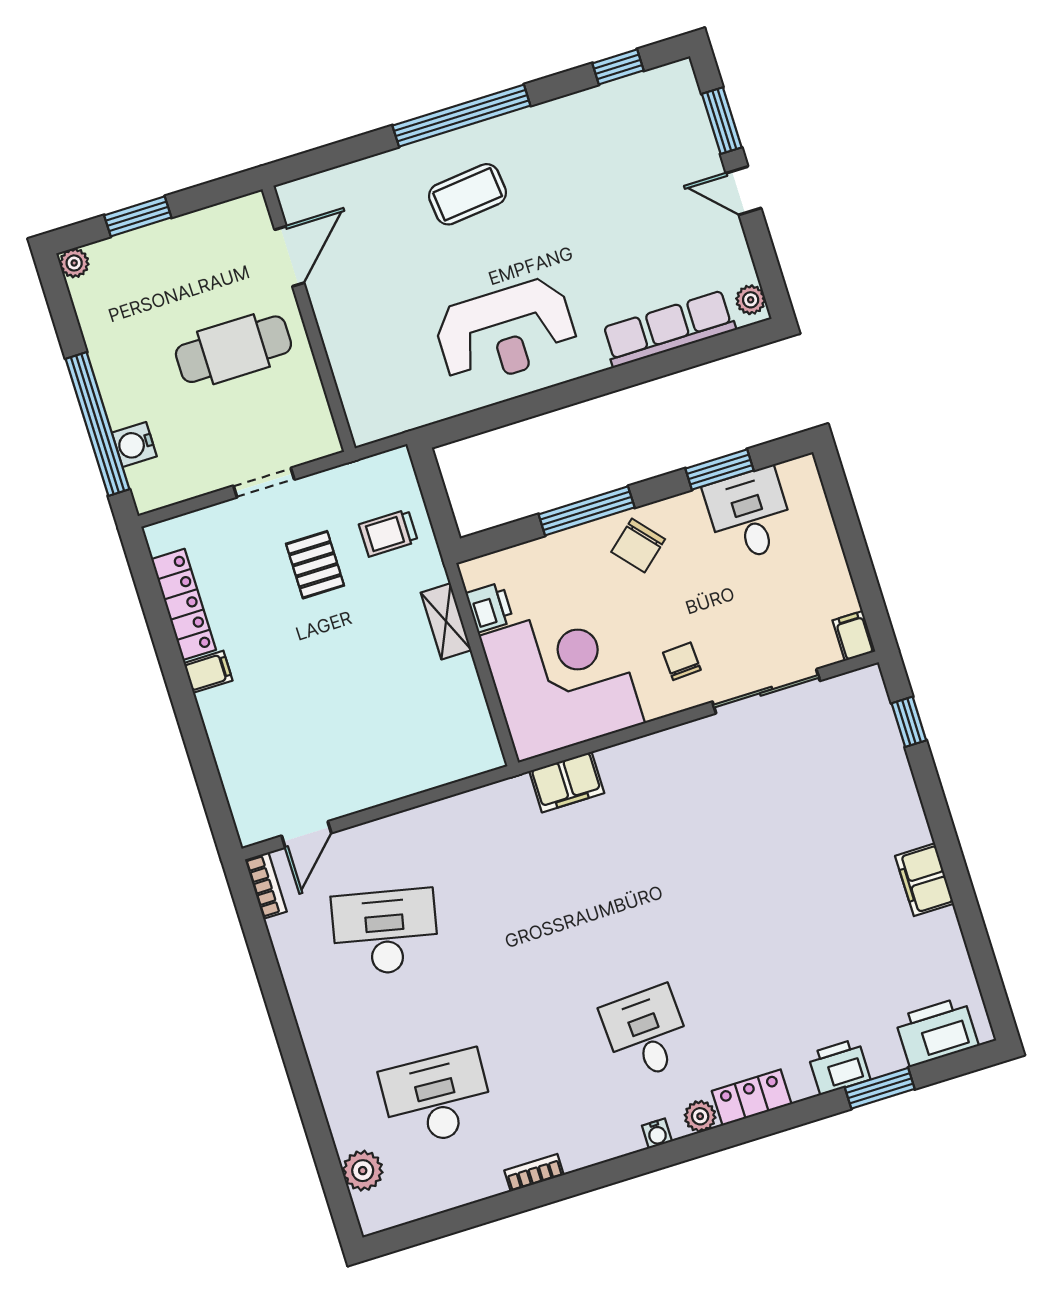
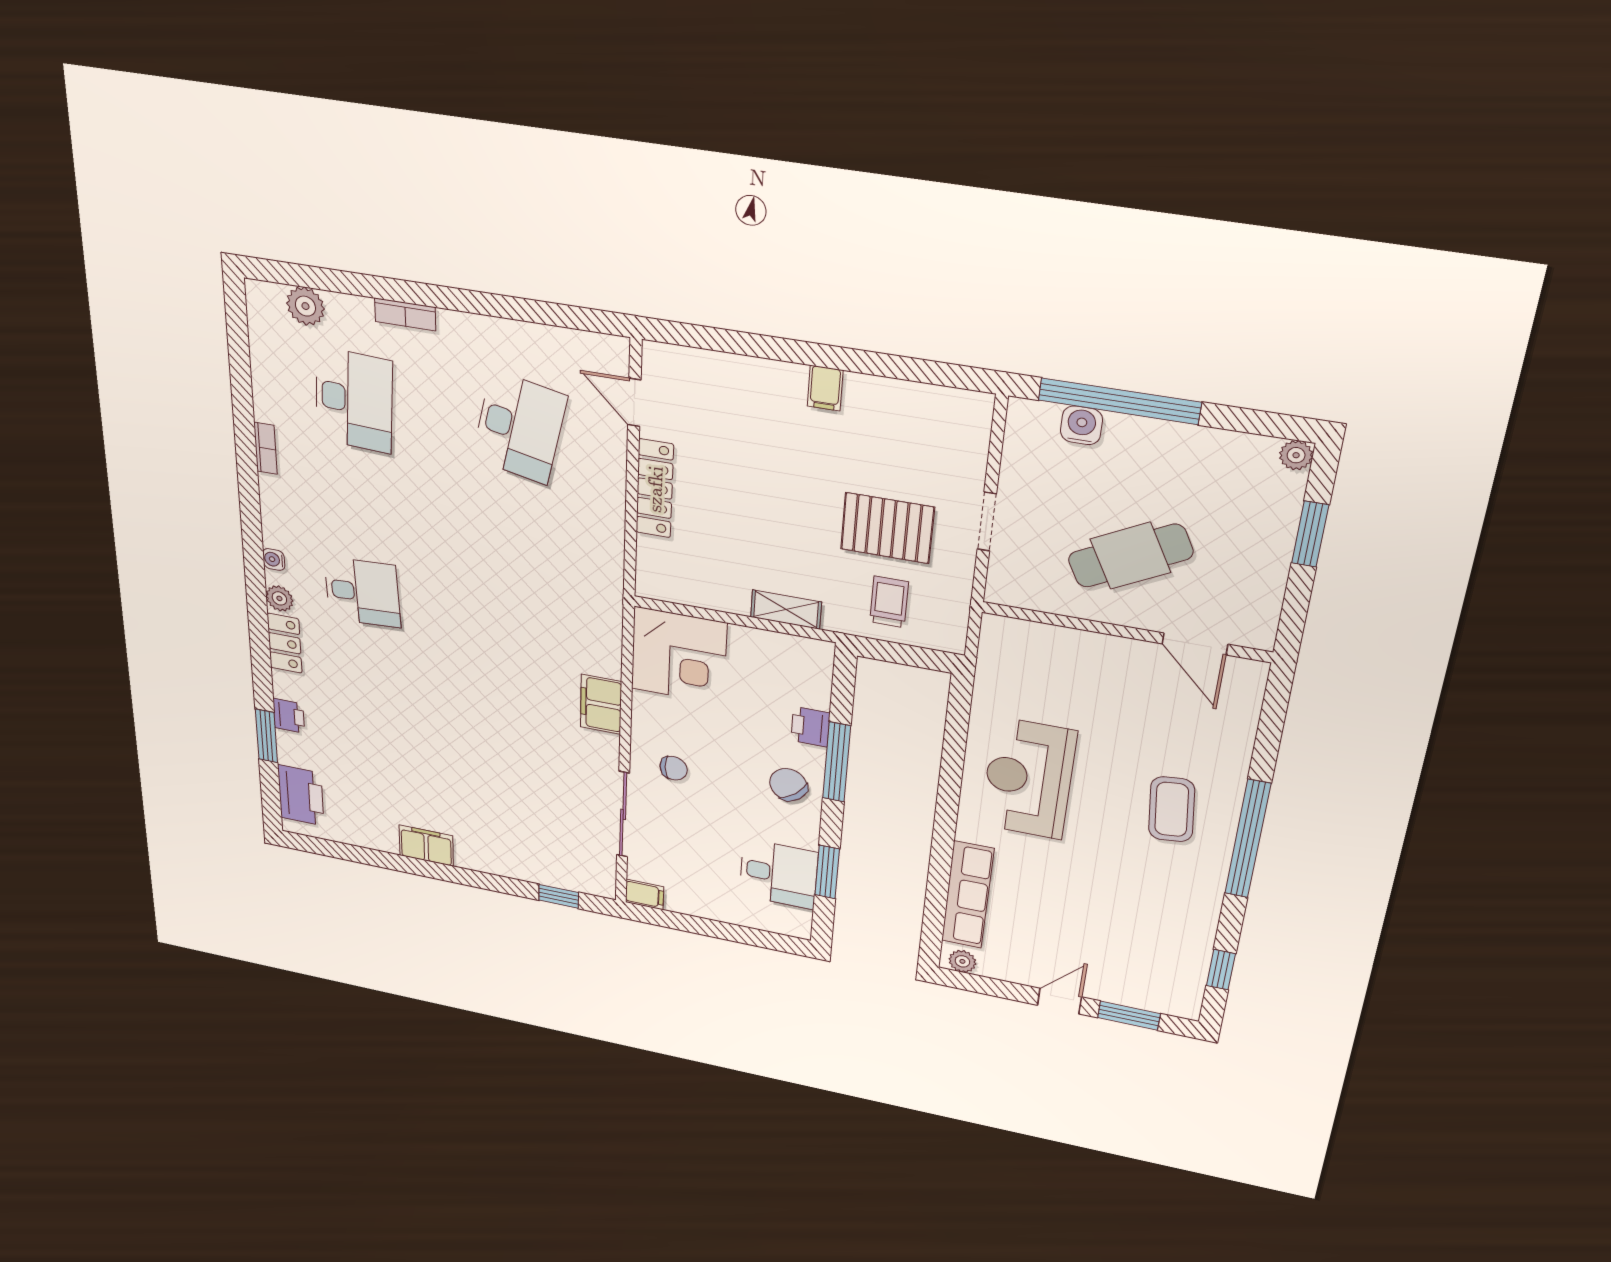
cafe table: (233, 349) -> (1130, 556), turned 62
pallet: (315, 565) -> (887, 528), width x1.50, depth x1.42
locker: (184, 604) -> (655, 489), moved, turned -90
printer: (490, 607) -> (810, 727), moved, turned 90
corner desk: (562, 679) -> (679, 656), width x0.74, depth x0.74
filing cabinet: (567, 782) -> (601, 704), moved
bookcase: (266, 885) -> (405, 314), moved
printer: (839, 1067) -> (289, 716), width x0.73, depth x0.81

